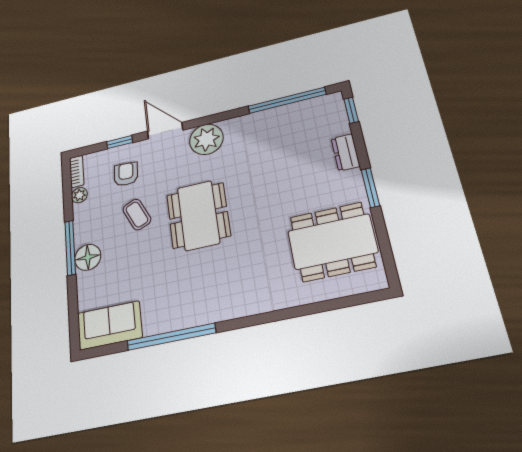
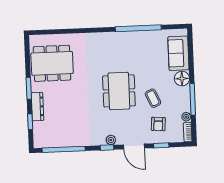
window: (351, 110) -> (30, 122), moved
window: (211, 119) -> (107, 148), added
plant: (206, 139) -> (111, 140), width x0.53, depth x0.53
dresser: (345, 152) -> (37, 107), width x1.44
window: (70, 248) -> (193, 99), moved
sofa: (110, 325) -> (178, 53), moved, turned 90

